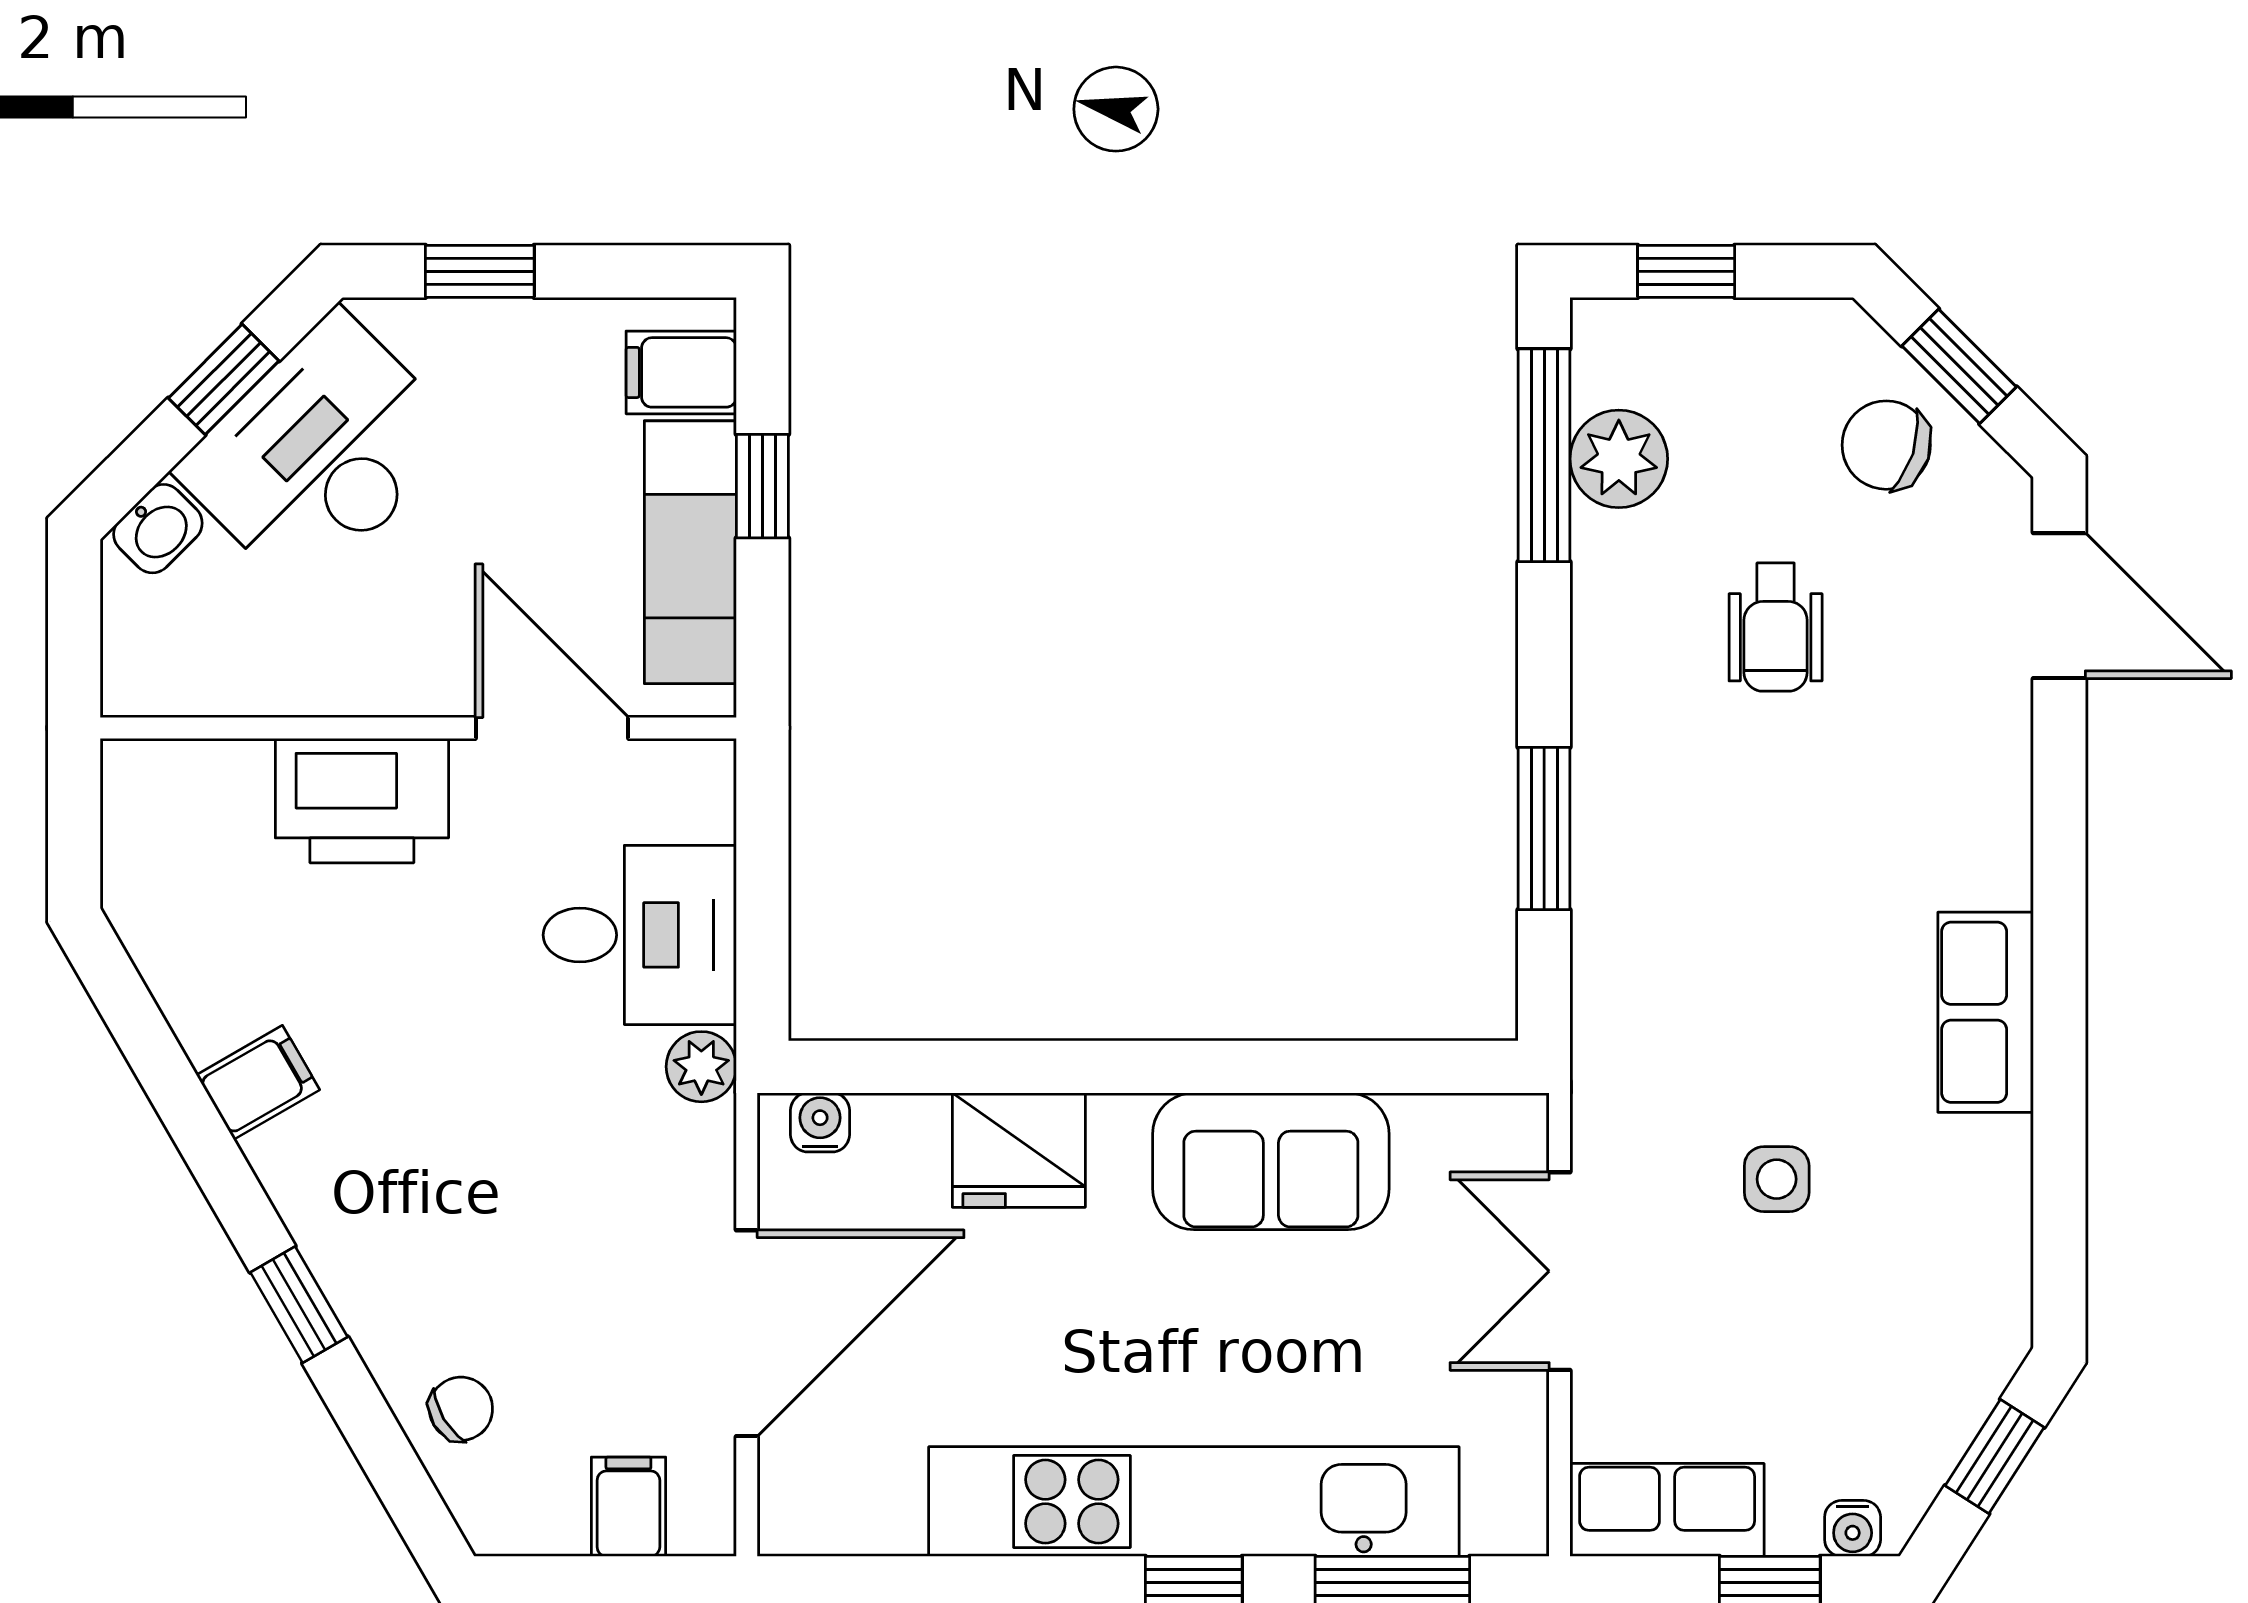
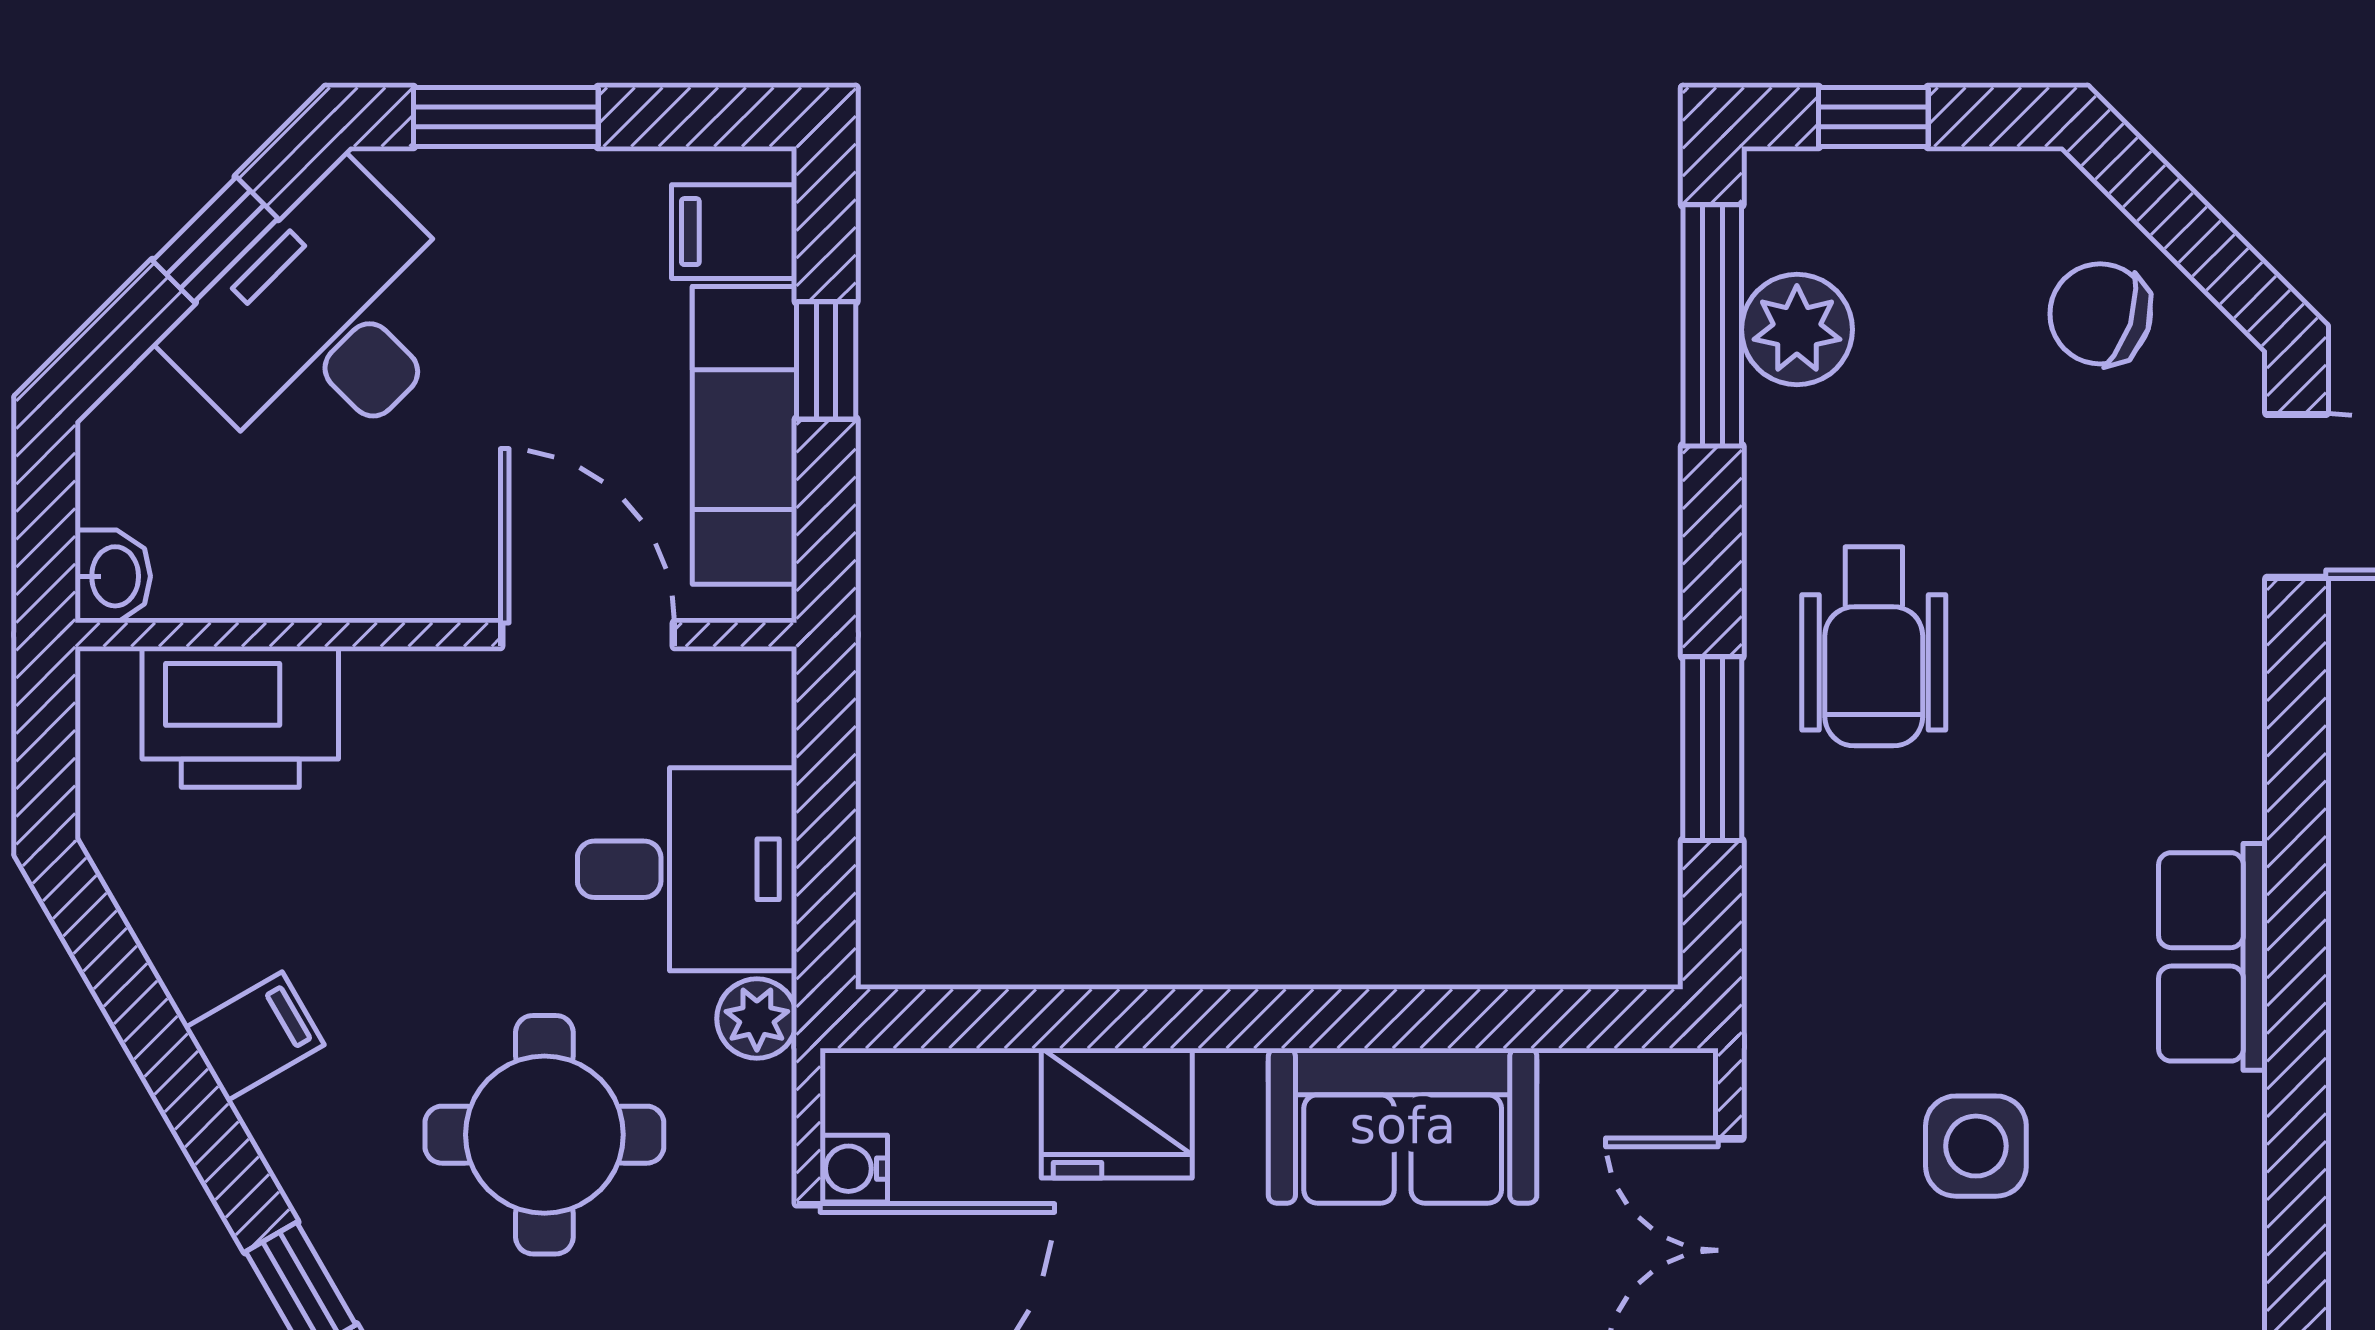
window: (480, 271) -> (506, 117), width x1.50
window: (1959, 366) -> (2183, 225), removed
washbasin: (158, 529) -> (113, 576), moved, turned -45
wheelchair: (1776, 627) -> (1874, 646), moved, width x1.36, depth x1.37
printer: (362, 801) -> (240, 717), moved
water cooler: (820, 1122) -> (854, 1169), moved, turned -90
round table: (514, 1169) -> (544, 1135), added
side table: (1777, 1179) -> (1976, 1146), width x1.37, depth x1.37

